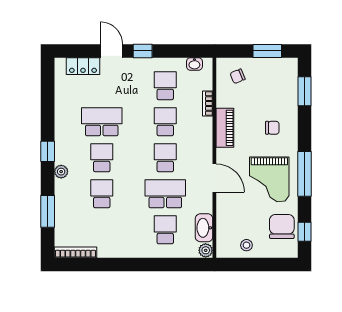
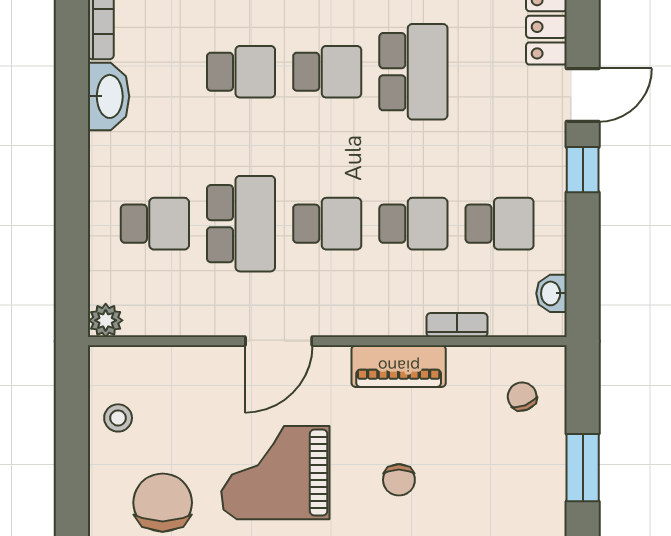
chair: (282, 227) -> (163, 503), turned -90
washbasin: (204, 228) -> (108, 96), moved, turned 90

